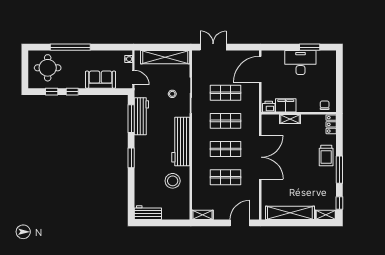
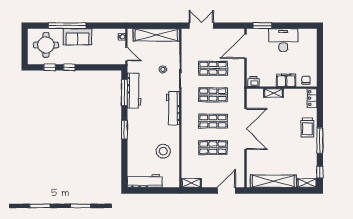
window: (310, 47) -> (262, 26), moved
sofa: (101, 80) -> (78, 37), moved, turned 180
filing cabinet: (286, 105) -> (286, 80), moved
workbench: (181, 142) -> (173, 108), width x0.73, depth x0.76
workbench: (148, 213) -> (145, 181), width x1.38

